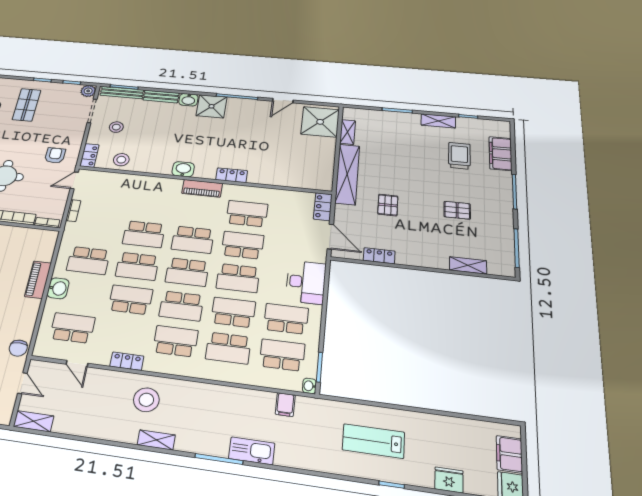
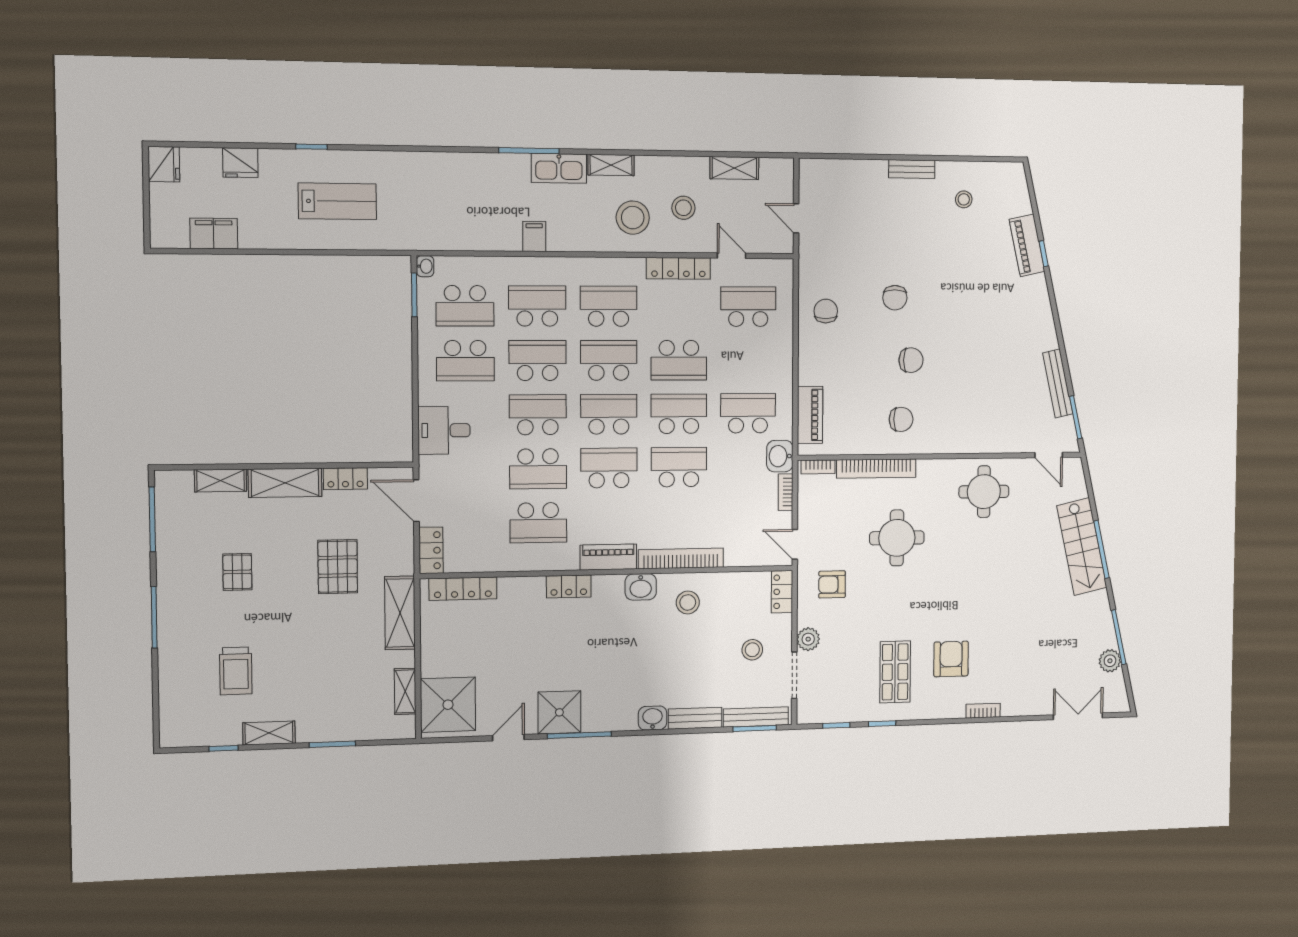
plant: (88, 91) -> (808, 639), moved
shower: (212, 106) -> (559, 712), moved
filing cabinet: (501, 154) -> (174, 684), removed
armchair: (55, 155) -> (832, 584), turned 90
stool: (121, 160) -> (688, 602), moved
shelving: (347, 174) -> (400, 613), width x0.68
door: (74, 180) -> (795, 544), swing flipped
bookcase: (153, 182) -> (681, 558), added
locker: (303, 182) -> (463, 589), added
pallet: (388, 205) -> (338, 567), width x1.50, depth x1.42
pallet: (457, 210) -> (237, 572), turned 90
shelving: (422, 258) -> (285, 483), added
piano: (38, 280) -> (810, 415), moved
desk: (306, 282) -> (444, 430), width x0.73
washbasin: (58, 288) -> (780, 456), moved
school desk: (233, 312) -> (538, 360), turned 180
school desk: (72, 328) -> (748, 307), turned 180
school desk: (175, 341) -> (609, 306), turned 180
chair: (18, 348) -> (826, 311), moved
locker: (127, 361) -> (678, 268), width x1.53
stool: (106, 402) -> (683, 208), added
filing cabinet: (285, 405) -> (534, 236), moved
shelving: (34, 421) -> (734, 168), moved
kitchen sink: (252, 451) -> (559, 168), moved
filing cabinet: (509, 454) -> (214, 234), moved, turned -90

